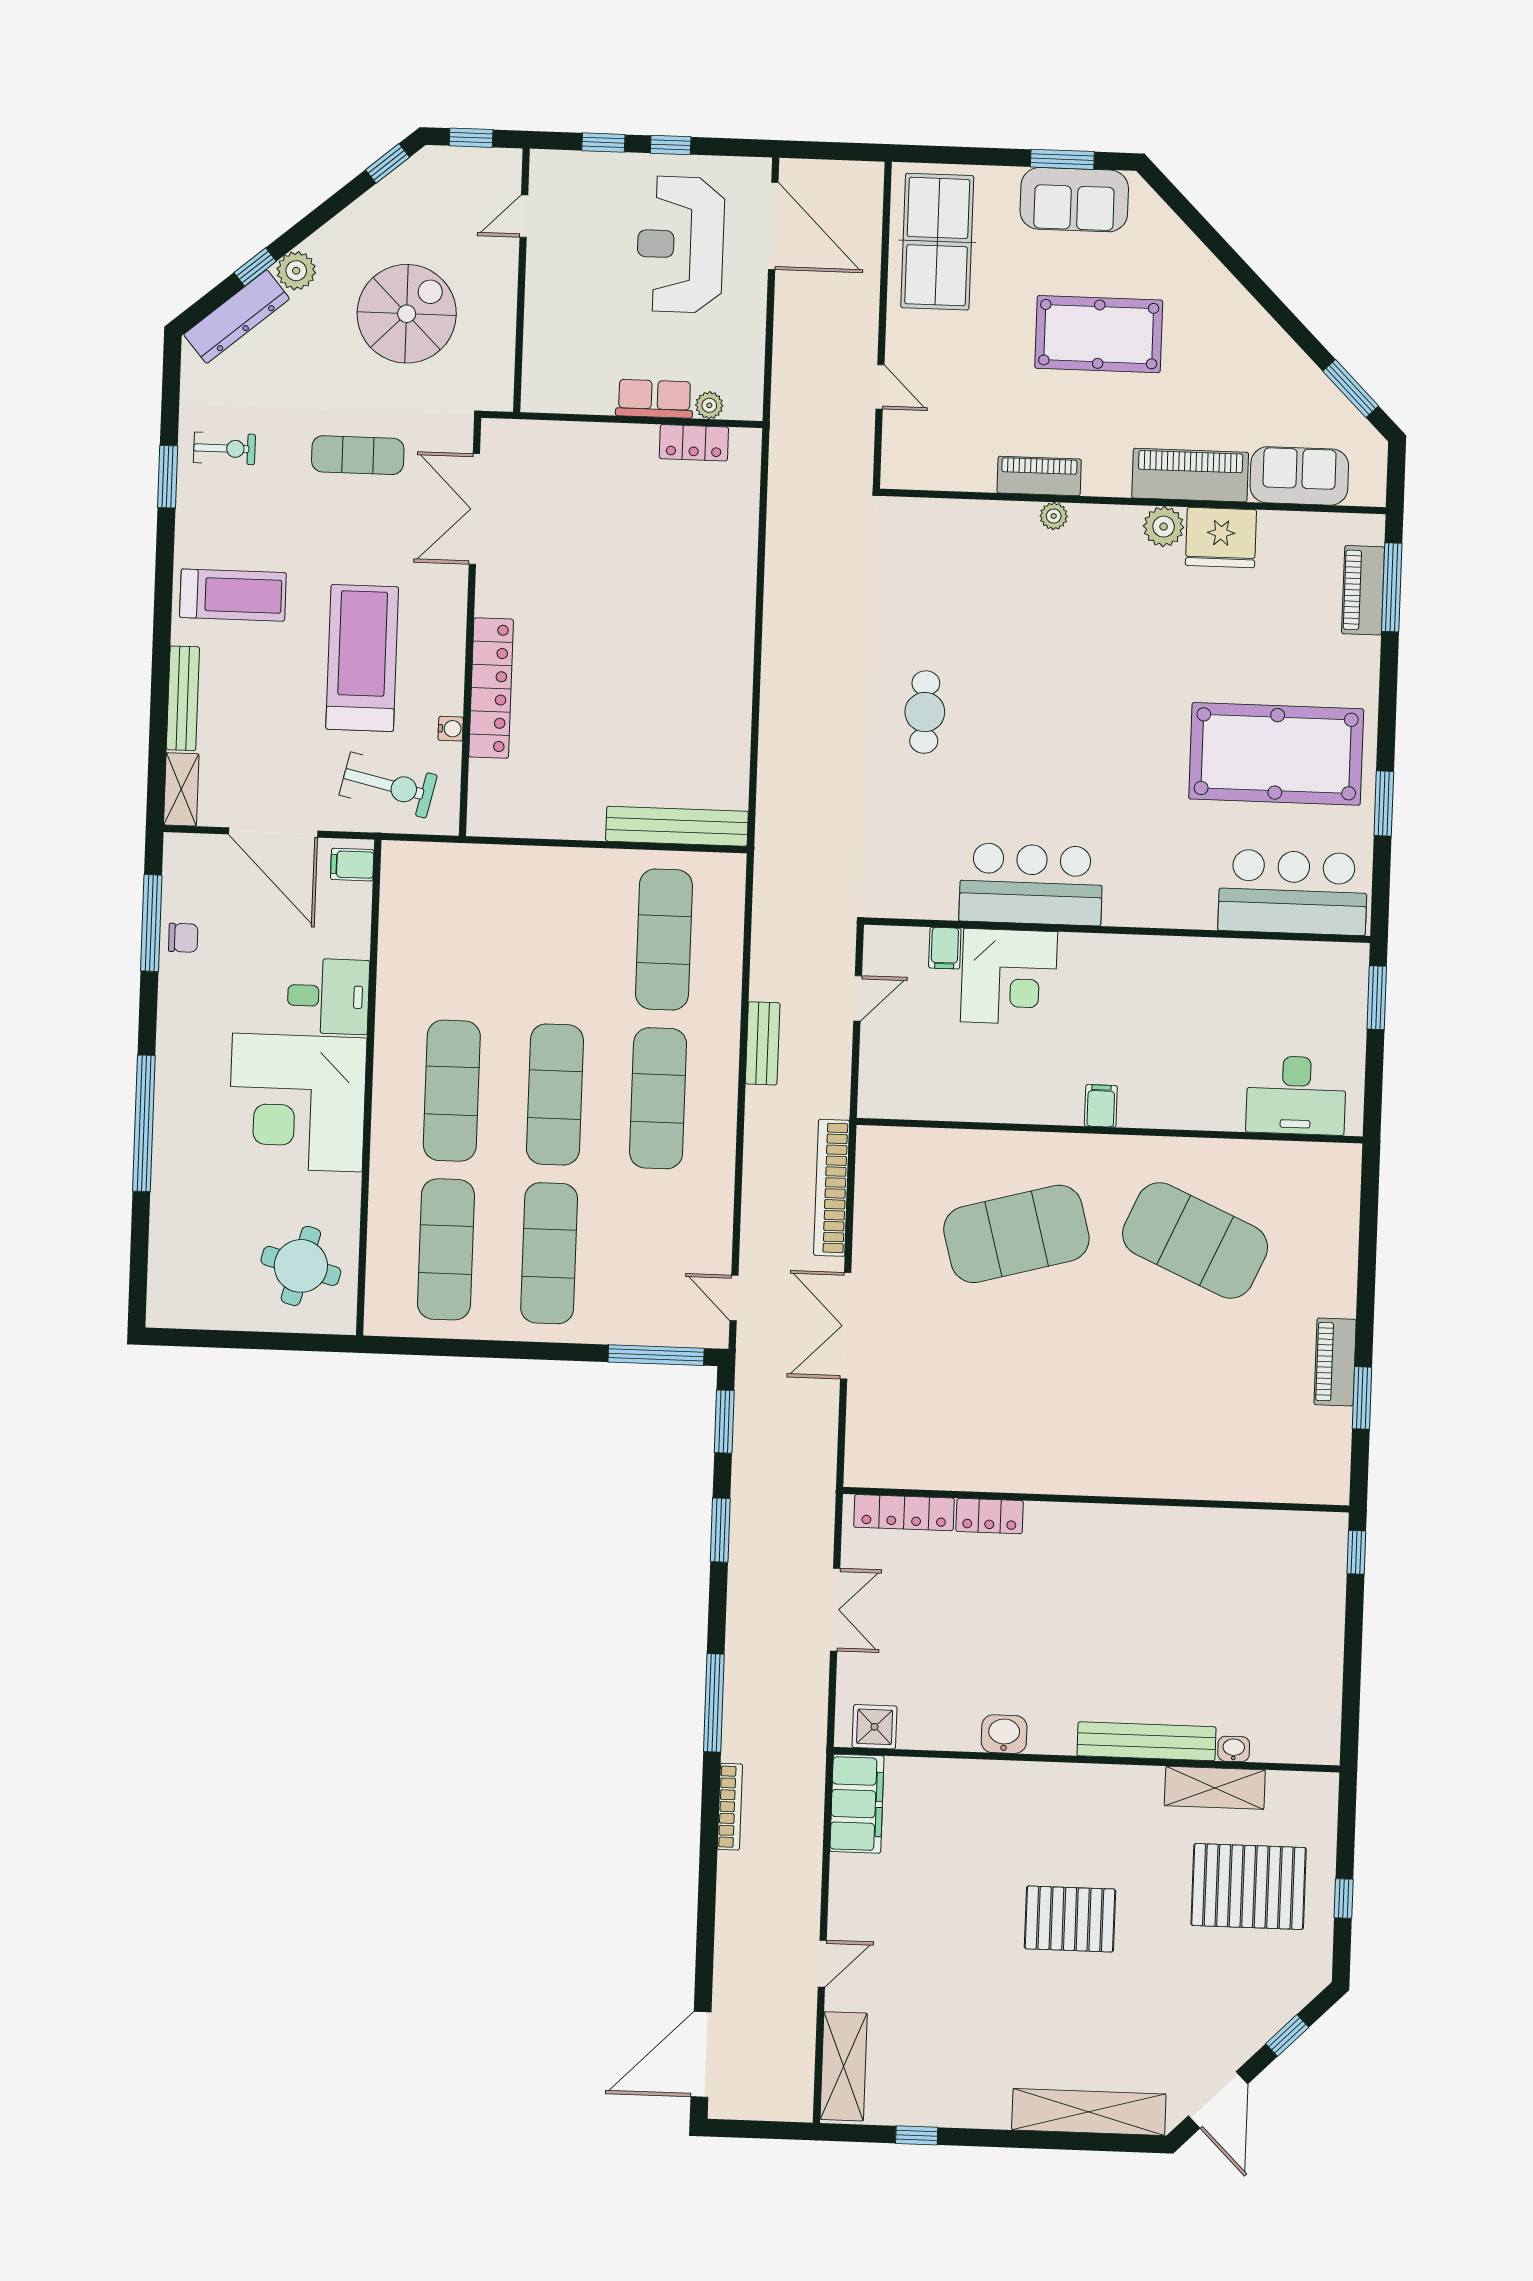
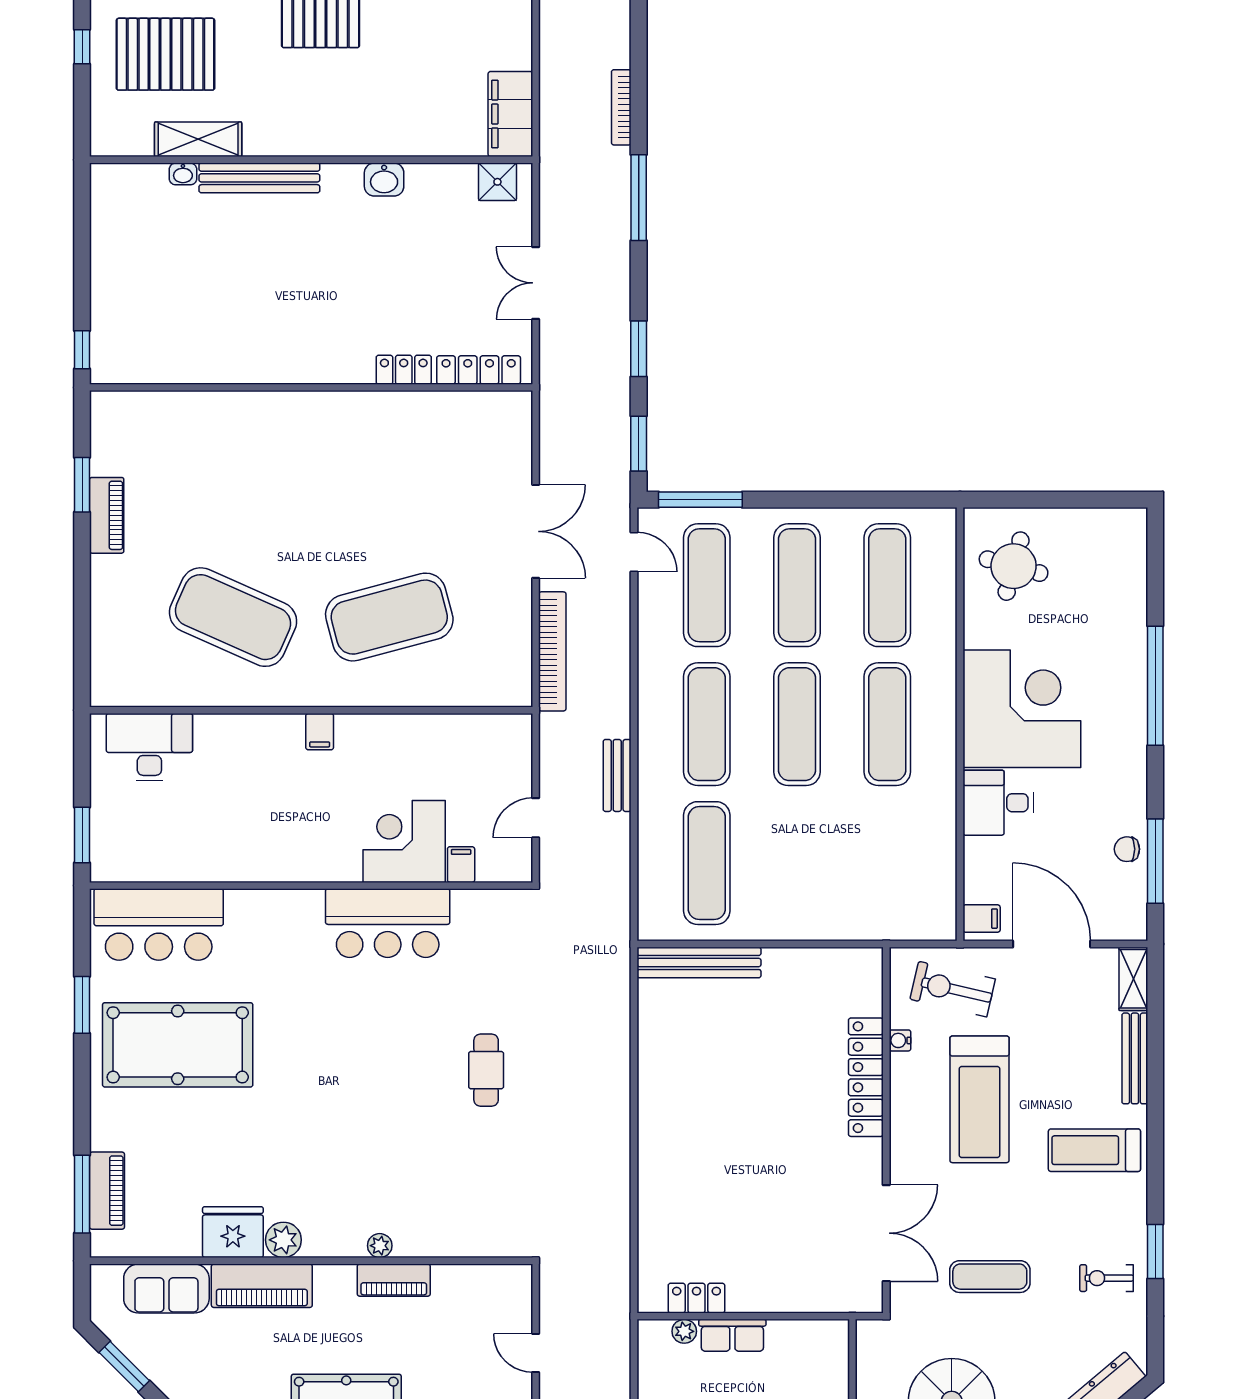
exercise mat: (652, 1257) -> (707, 585), added

